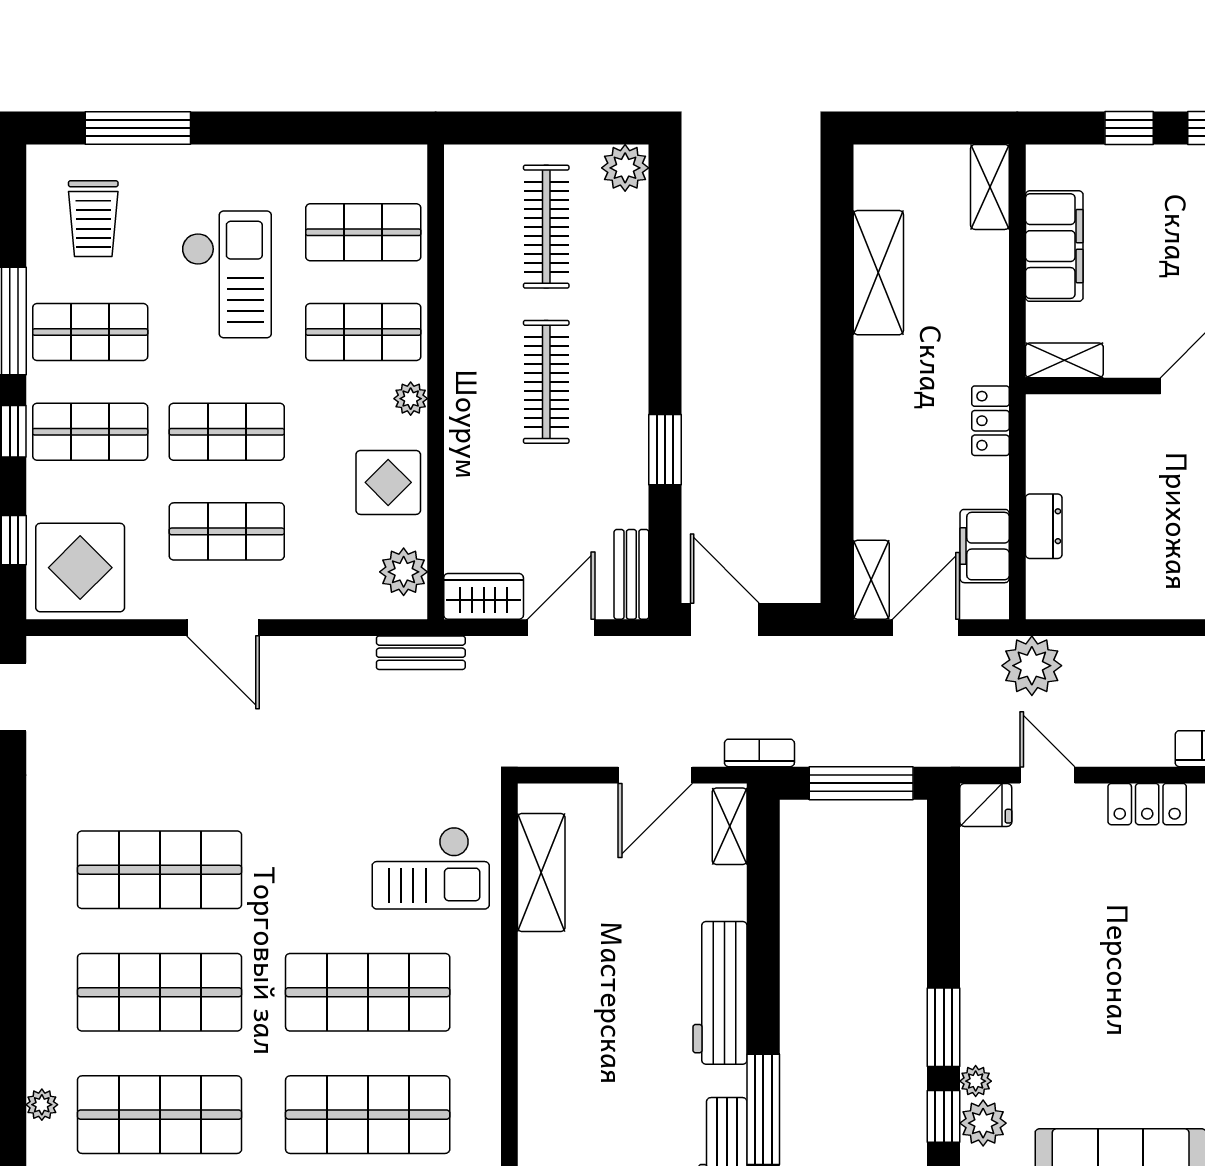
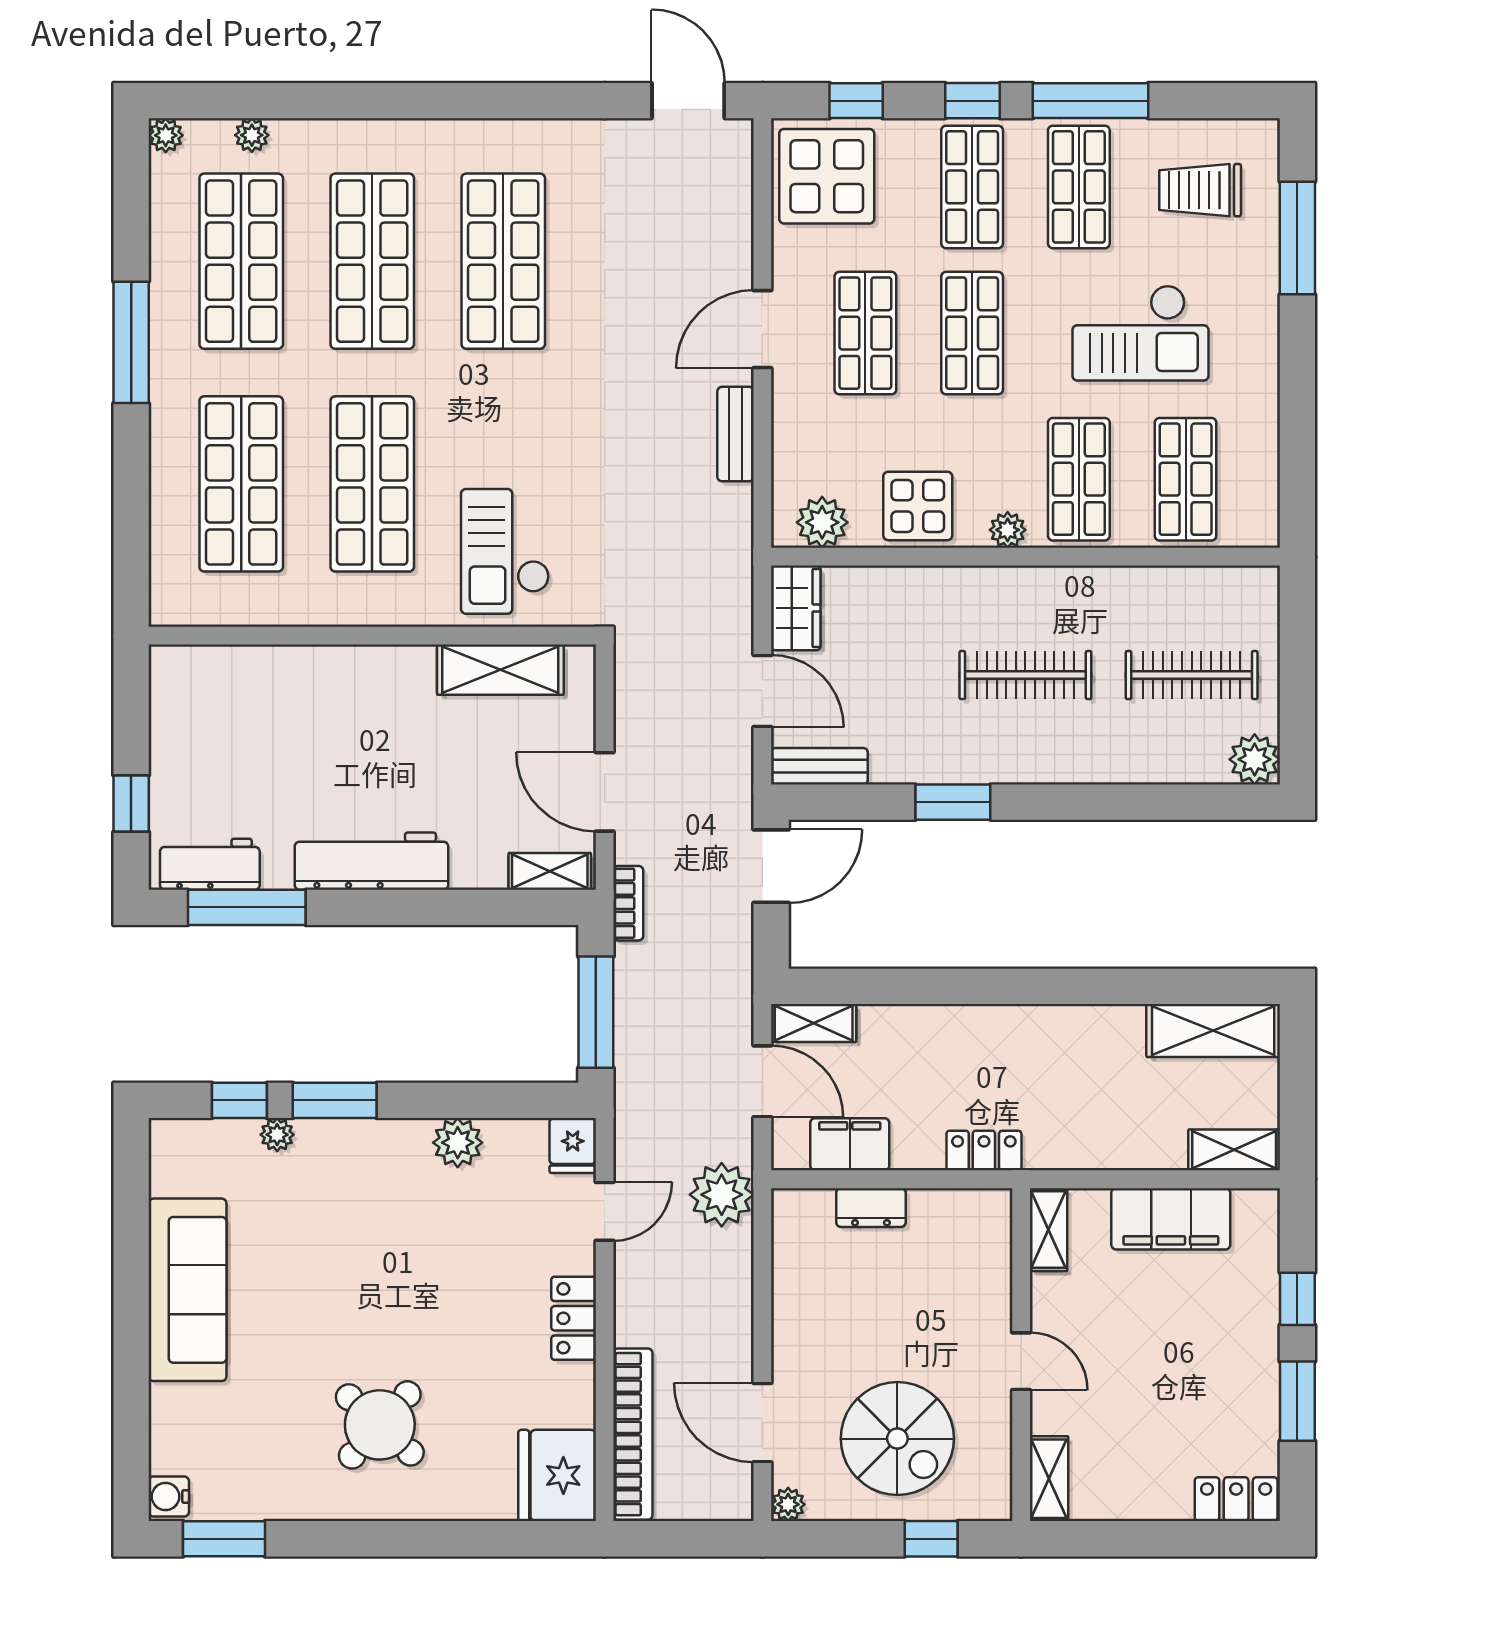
shelving: (878, 273) -> (1213, 1031), moved
bench: (421, 653) -> (736, 434), moved
plant: (983, 1123) -> (458, 1143), moved

